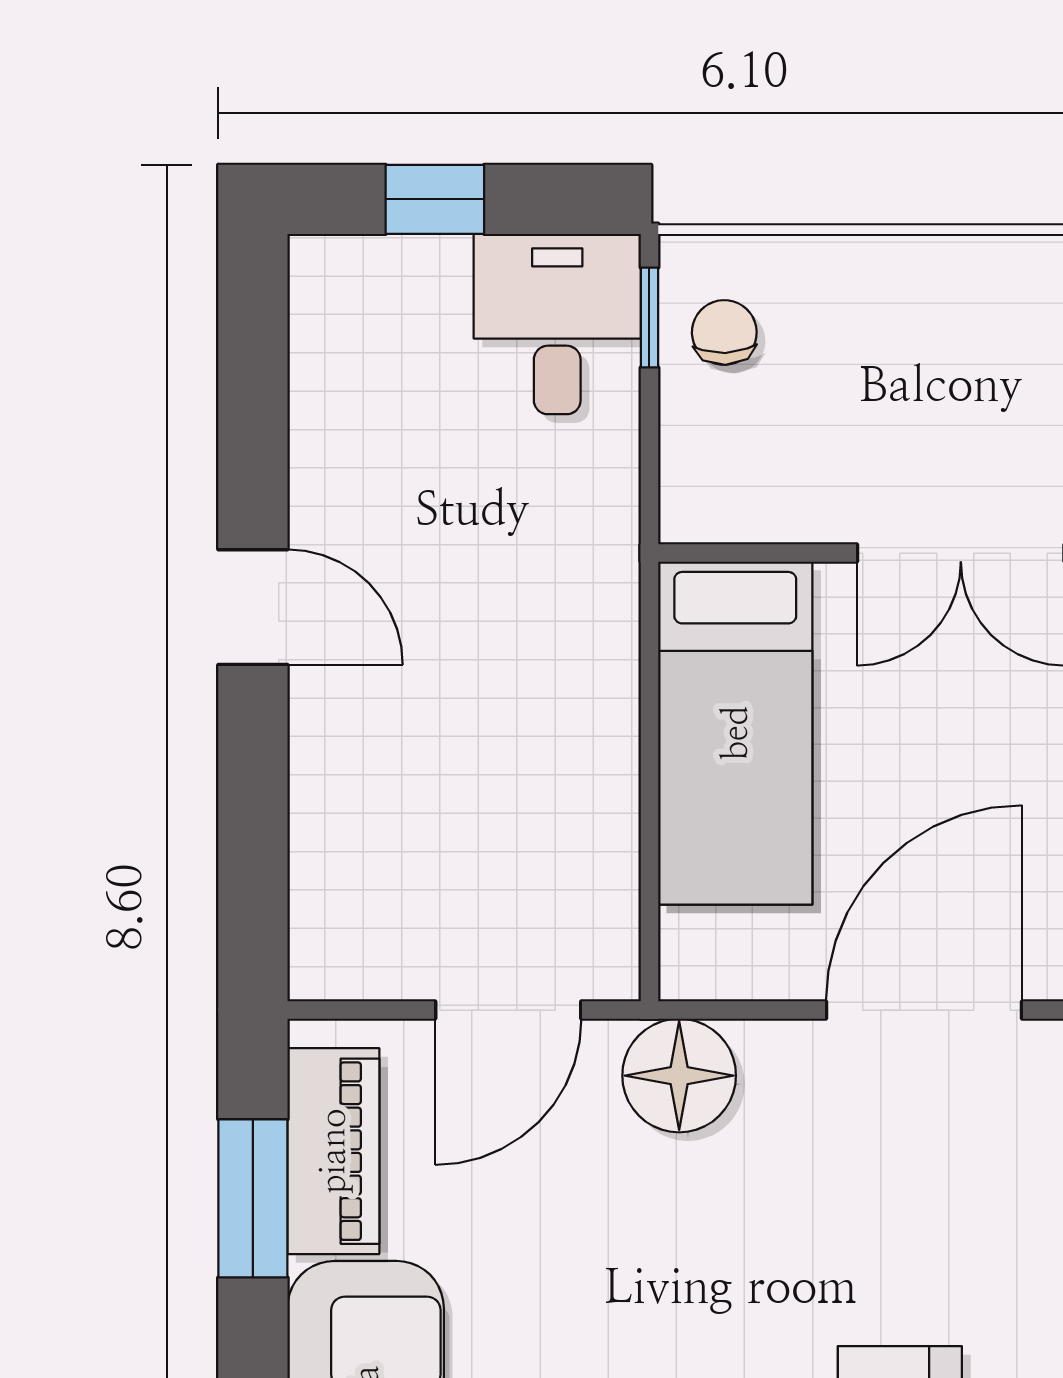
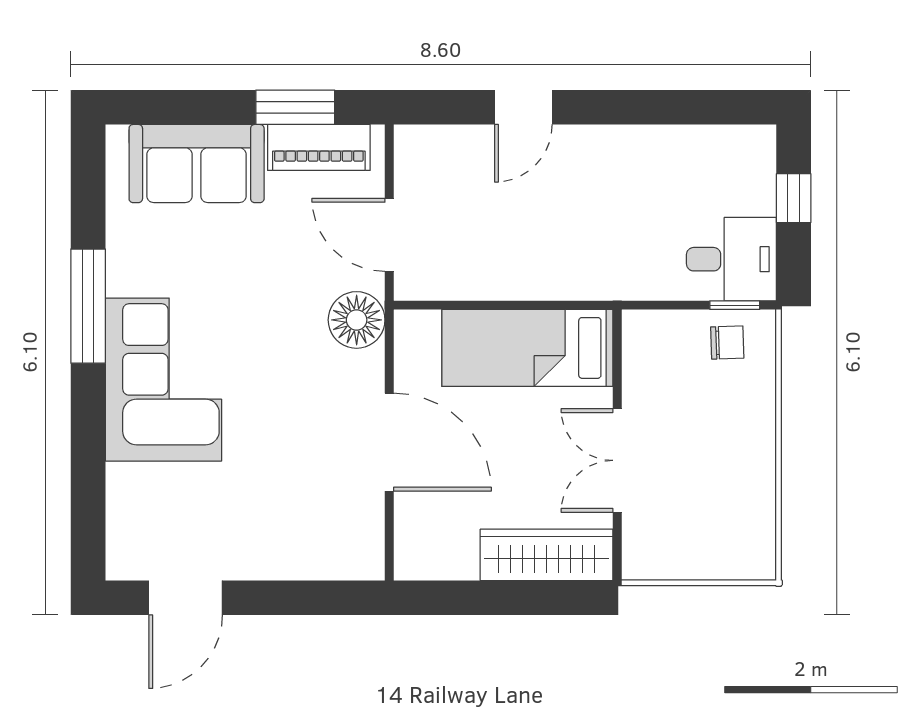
door: (253, 607) -> (523, 107), moved

